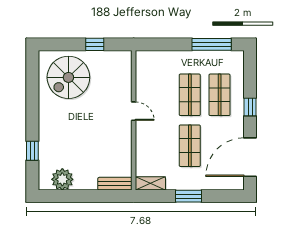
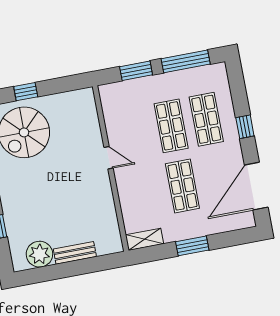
window: (95, 44) -> (26, 92), moved
window: (170, 44) -> (136, 71), added
bench: (115, 184) -> (75, 253), moved

